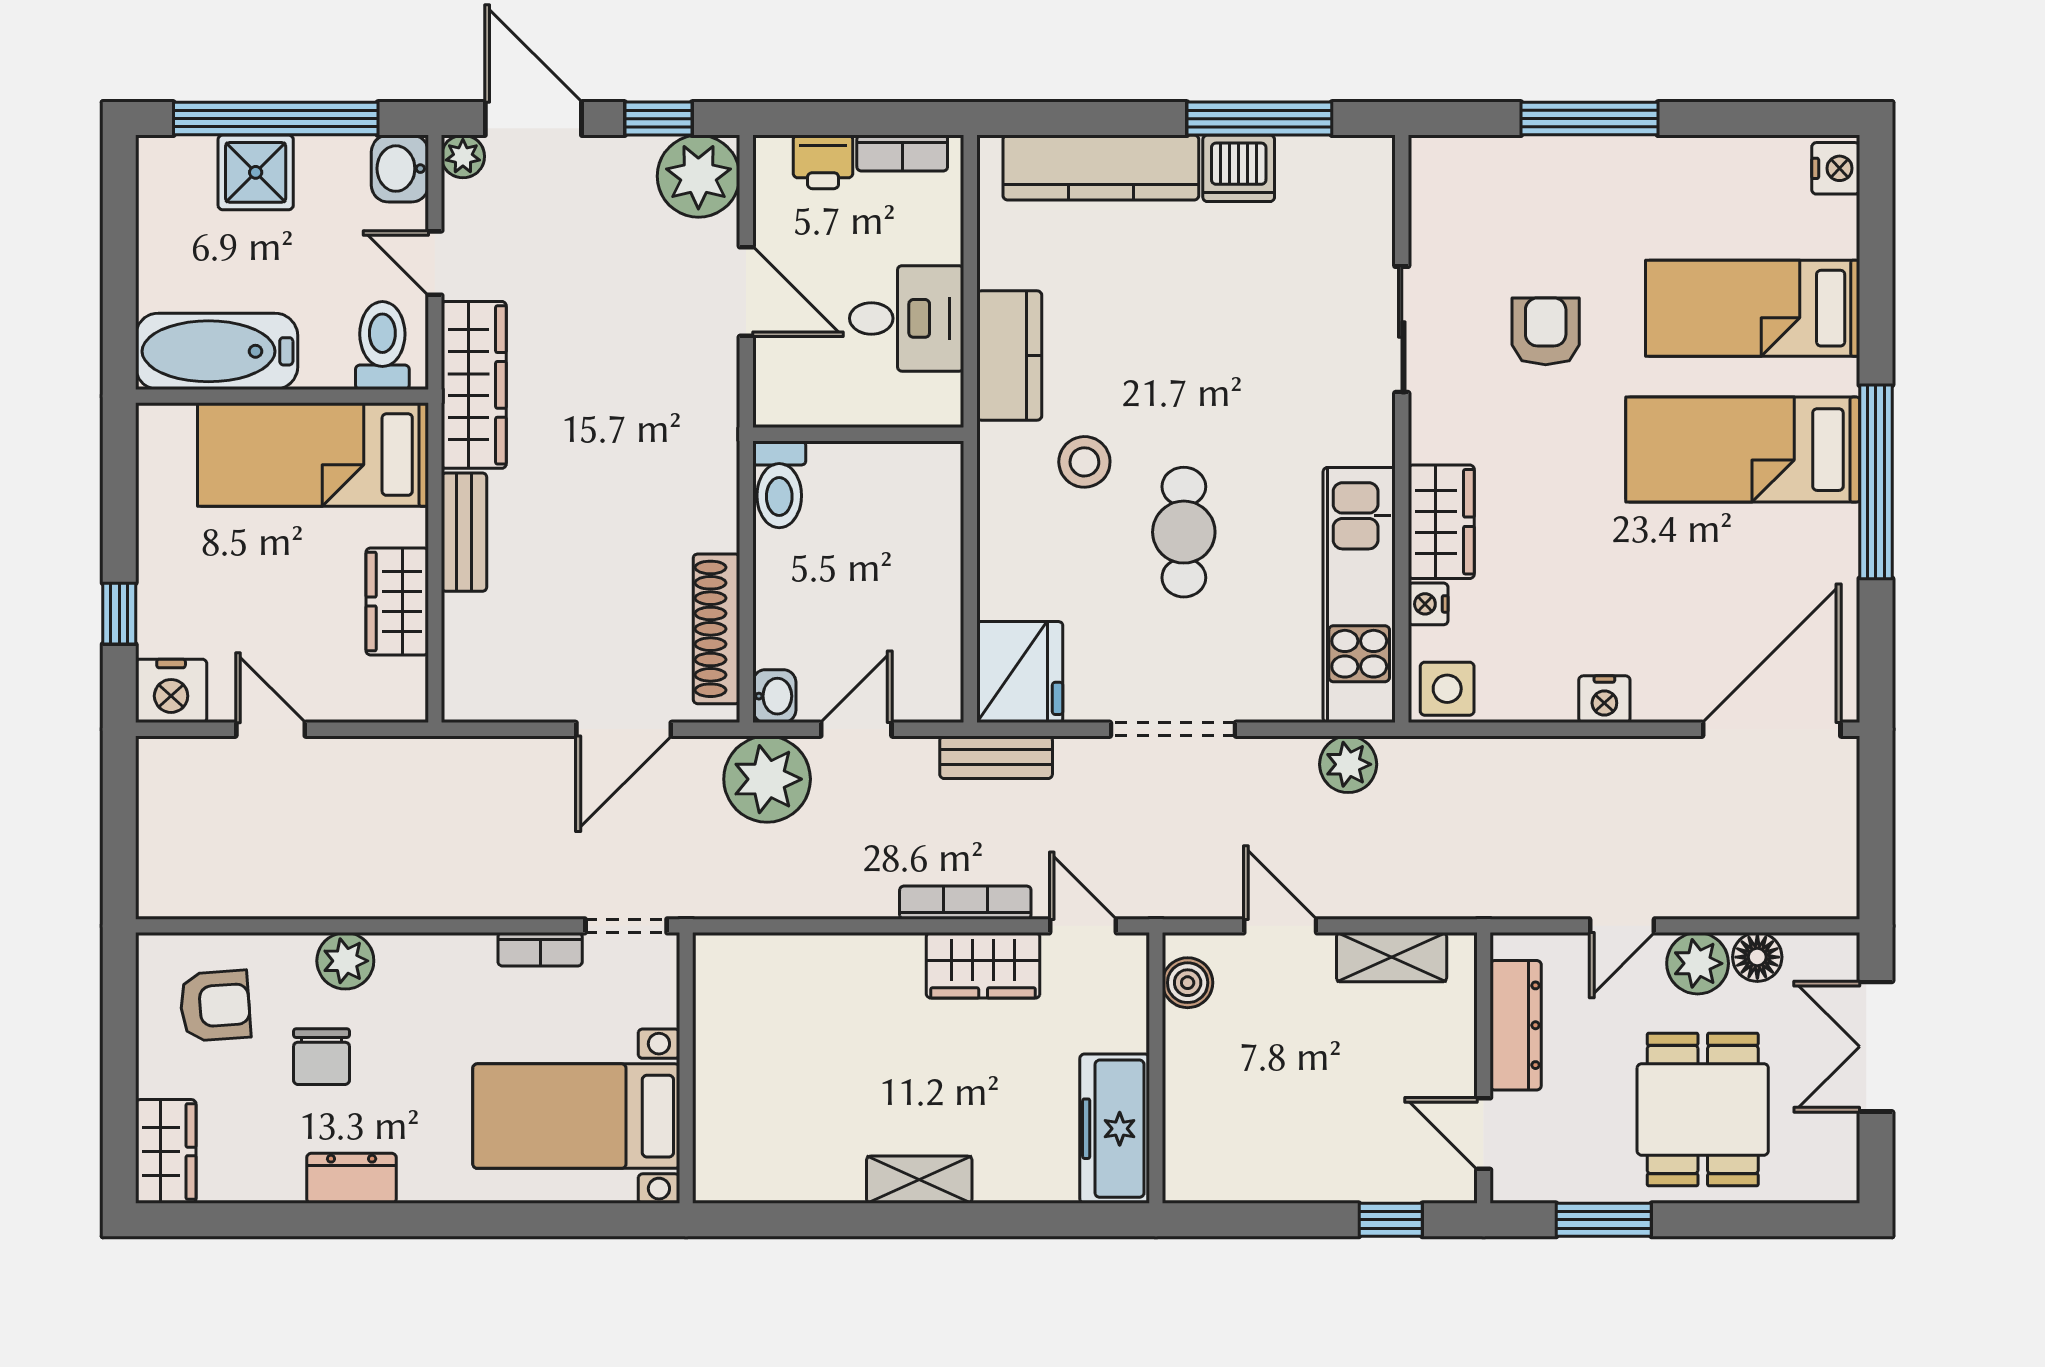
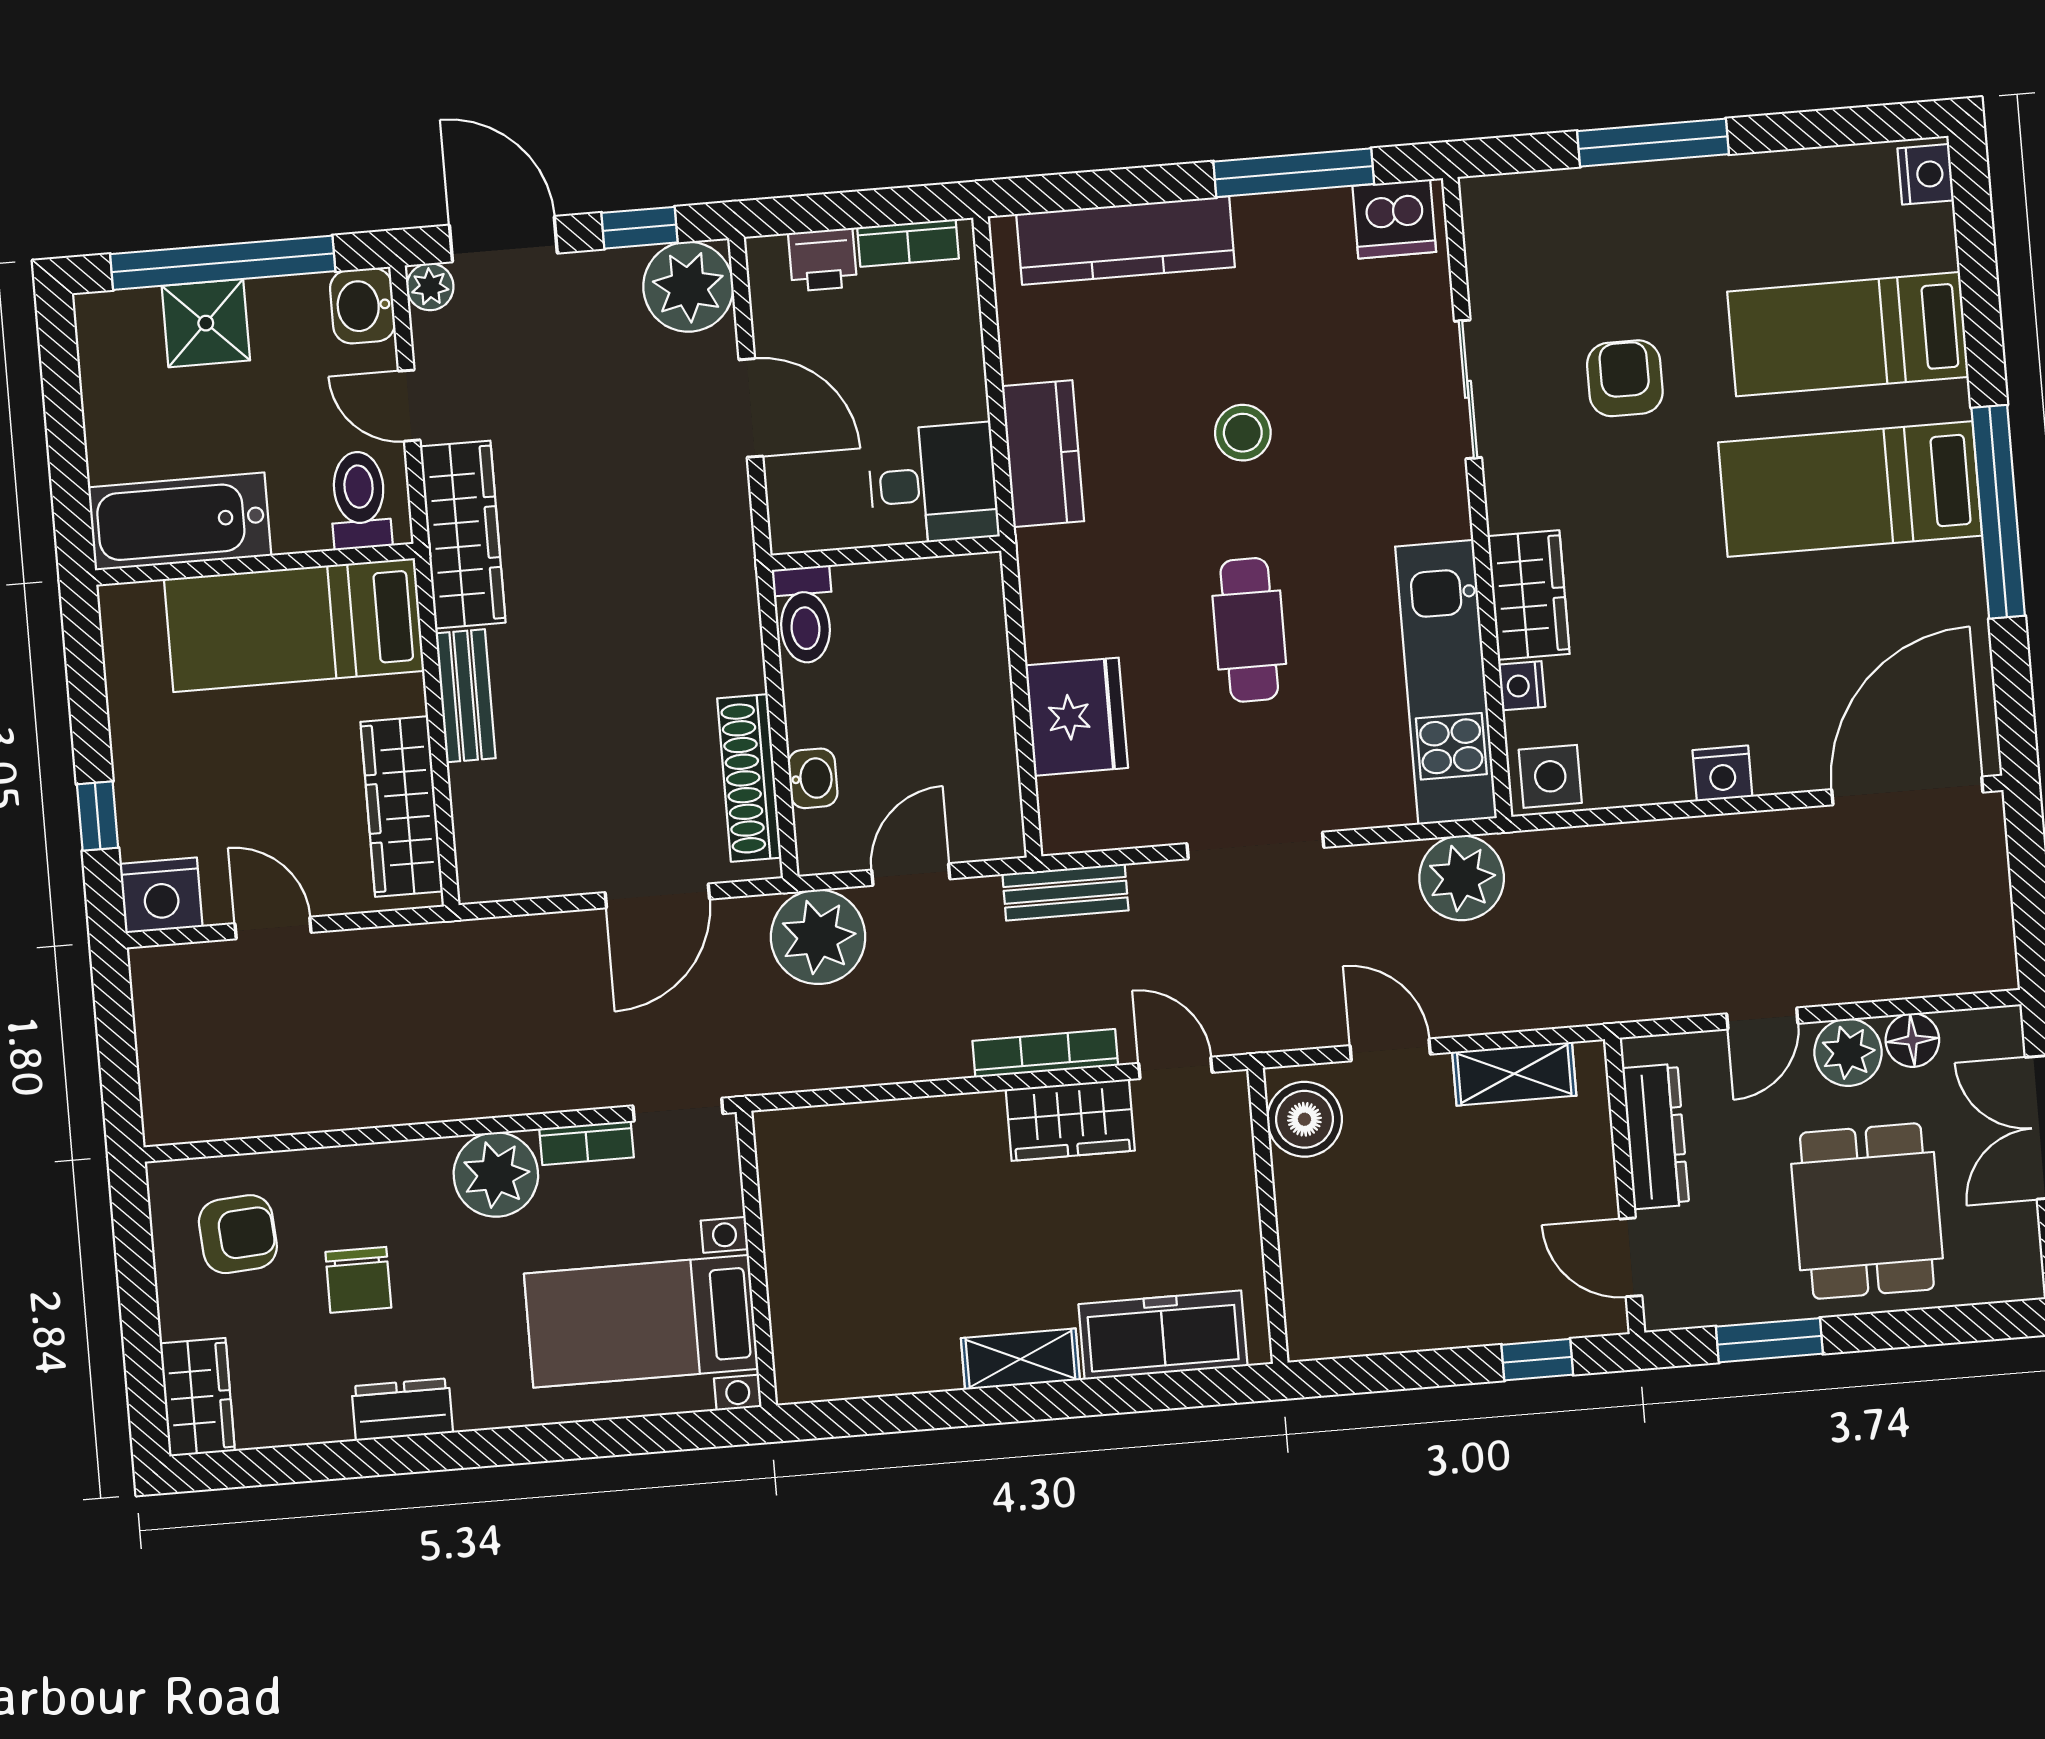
dishwasher: (1239, 168) -> (1394, 219), moved
desk: (907, 318) -> (933, 484), moved
stool: (1084, 462) -> (1243, 433), moved
wardrobe: (397, 602) -> (402, 807), width x1.50
fridge: (1020, 672) -> (1077, 717), moved
washbasin: (774, 696) -> (813, 778), moved
plant: (1348, 764) -> (1462, 878), width x1.36, depth x1.36
plant: (345, 961) -> (496, 1175), moved, width x1.36, depth x1.36
boiler: (1188, 983) -> (1304, 1119), width x1.36, depth x1.36
freezer: (1115, 1129) -> (1163, 1335), moved, turned 90

